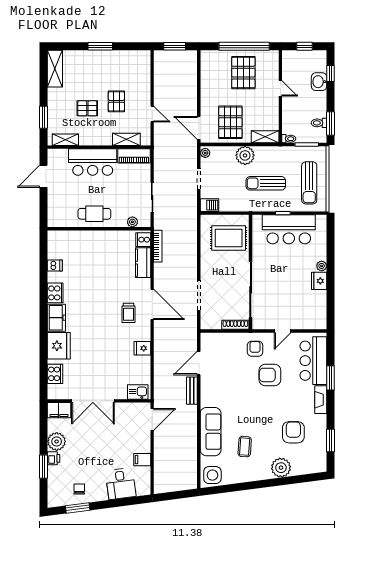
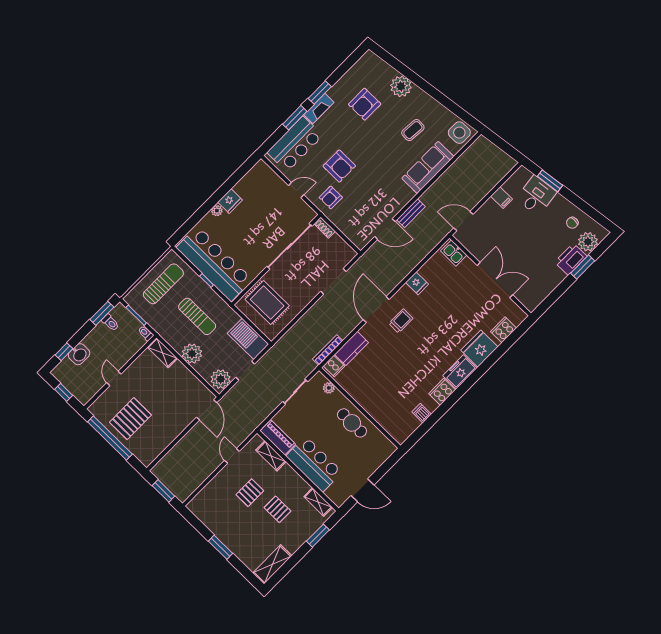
pallet: (230, 122) -> (178, 390), removed
plant: (205, 153) -> (221, 379), width x1.88, depth x1.88
barbecue: (209, 205) -> (248, 339), width x1.88, depth x1.53
bar counter: (289, 229) -> (214, 264), width x1.36
shoe rack: (235, 325) -> (325, 228), width x0.70
filing cabinet: (59, 410) -> (528, 299), removed
window: (331, 440) -> (320, 93), moved
plant: (57, 441) -> (588, 242), moved
printer: (54, 458) -> (571, 259), width x1.87, depth x1.48
window: (78, 508) -> (550, 181), moved

